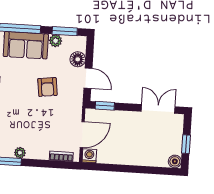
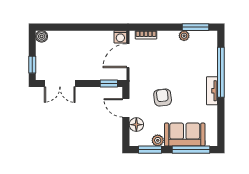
window: (186, 144) -> (32, 65), moved

